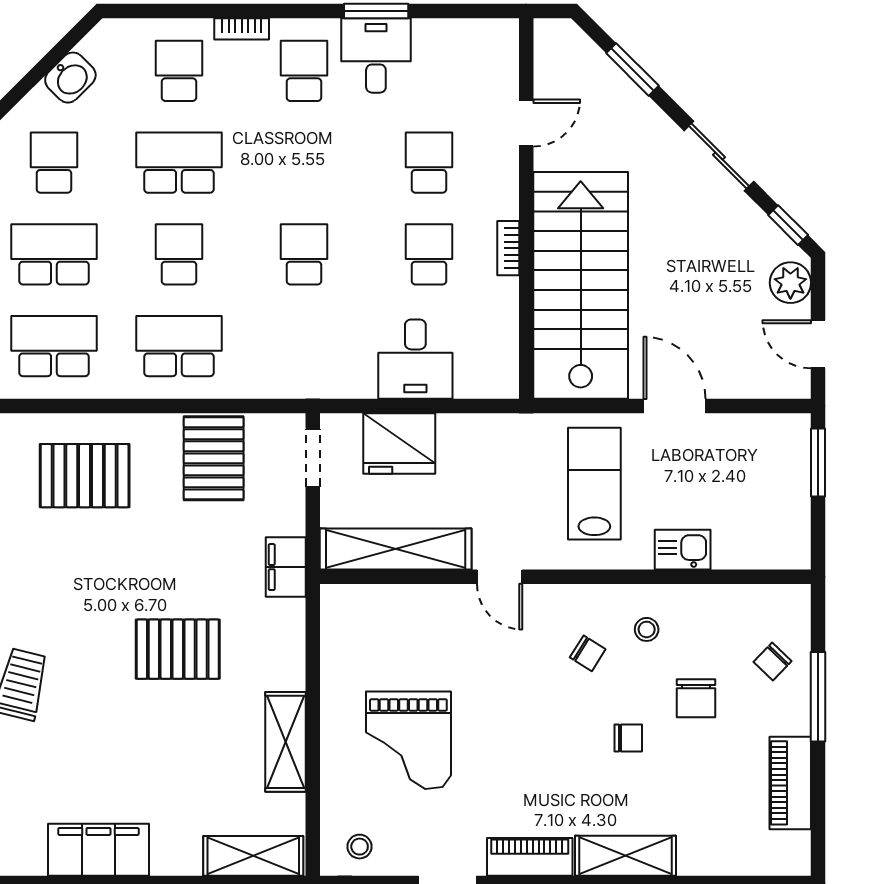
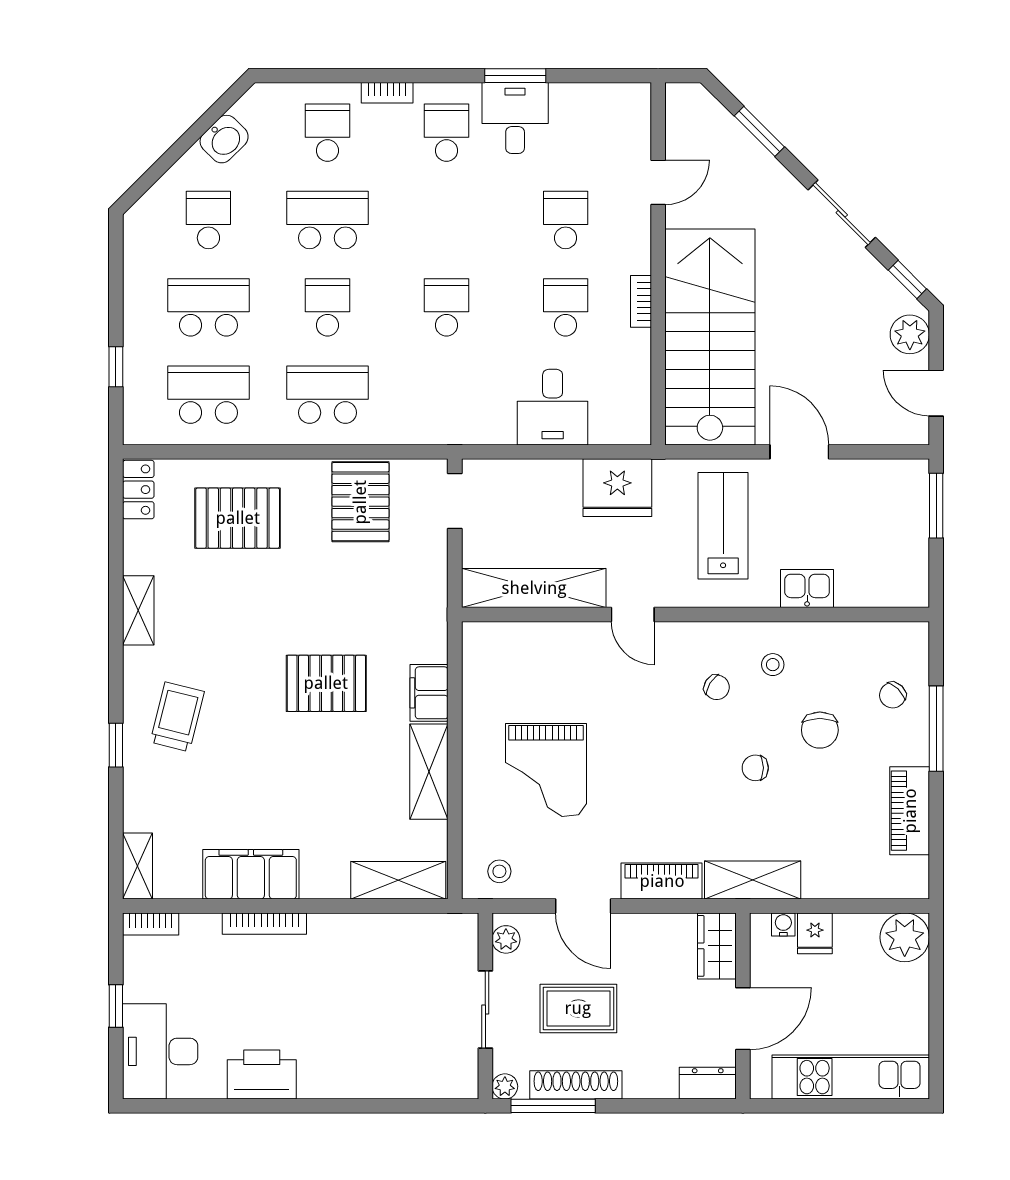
fridge: (399, 444) -> (617, 488), moved
filing cabinet: (286, 567) -> (429, 693), moved
chair: (628, 738) -> (755, 768), turned 180

